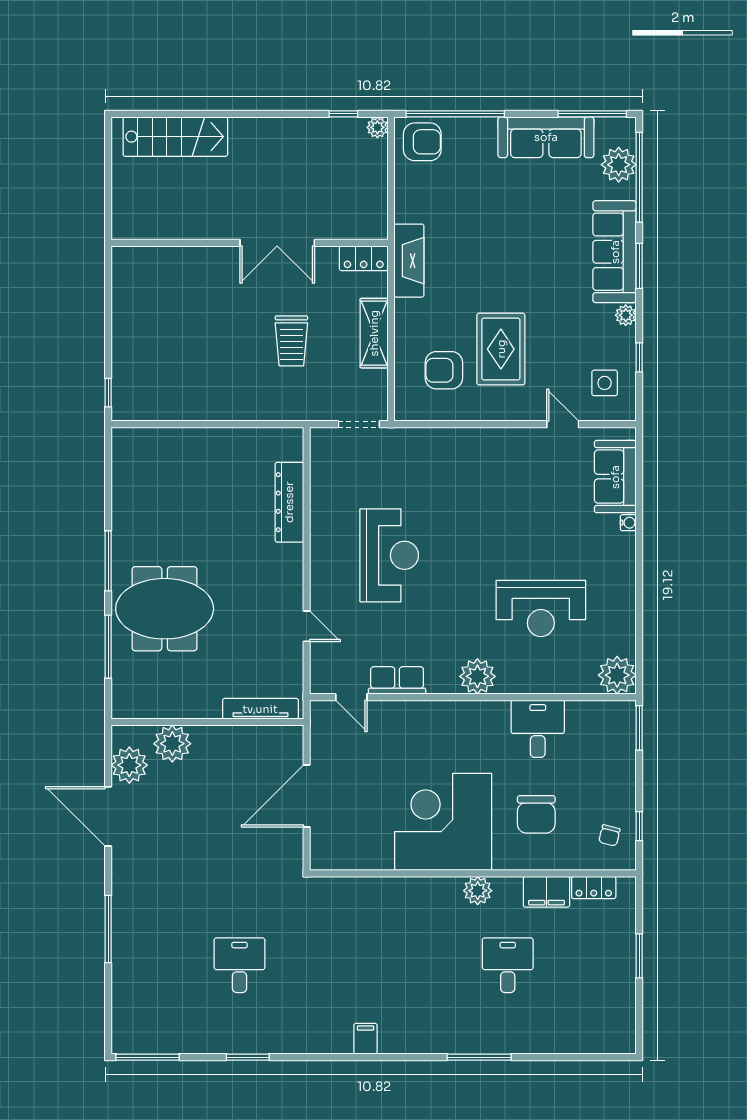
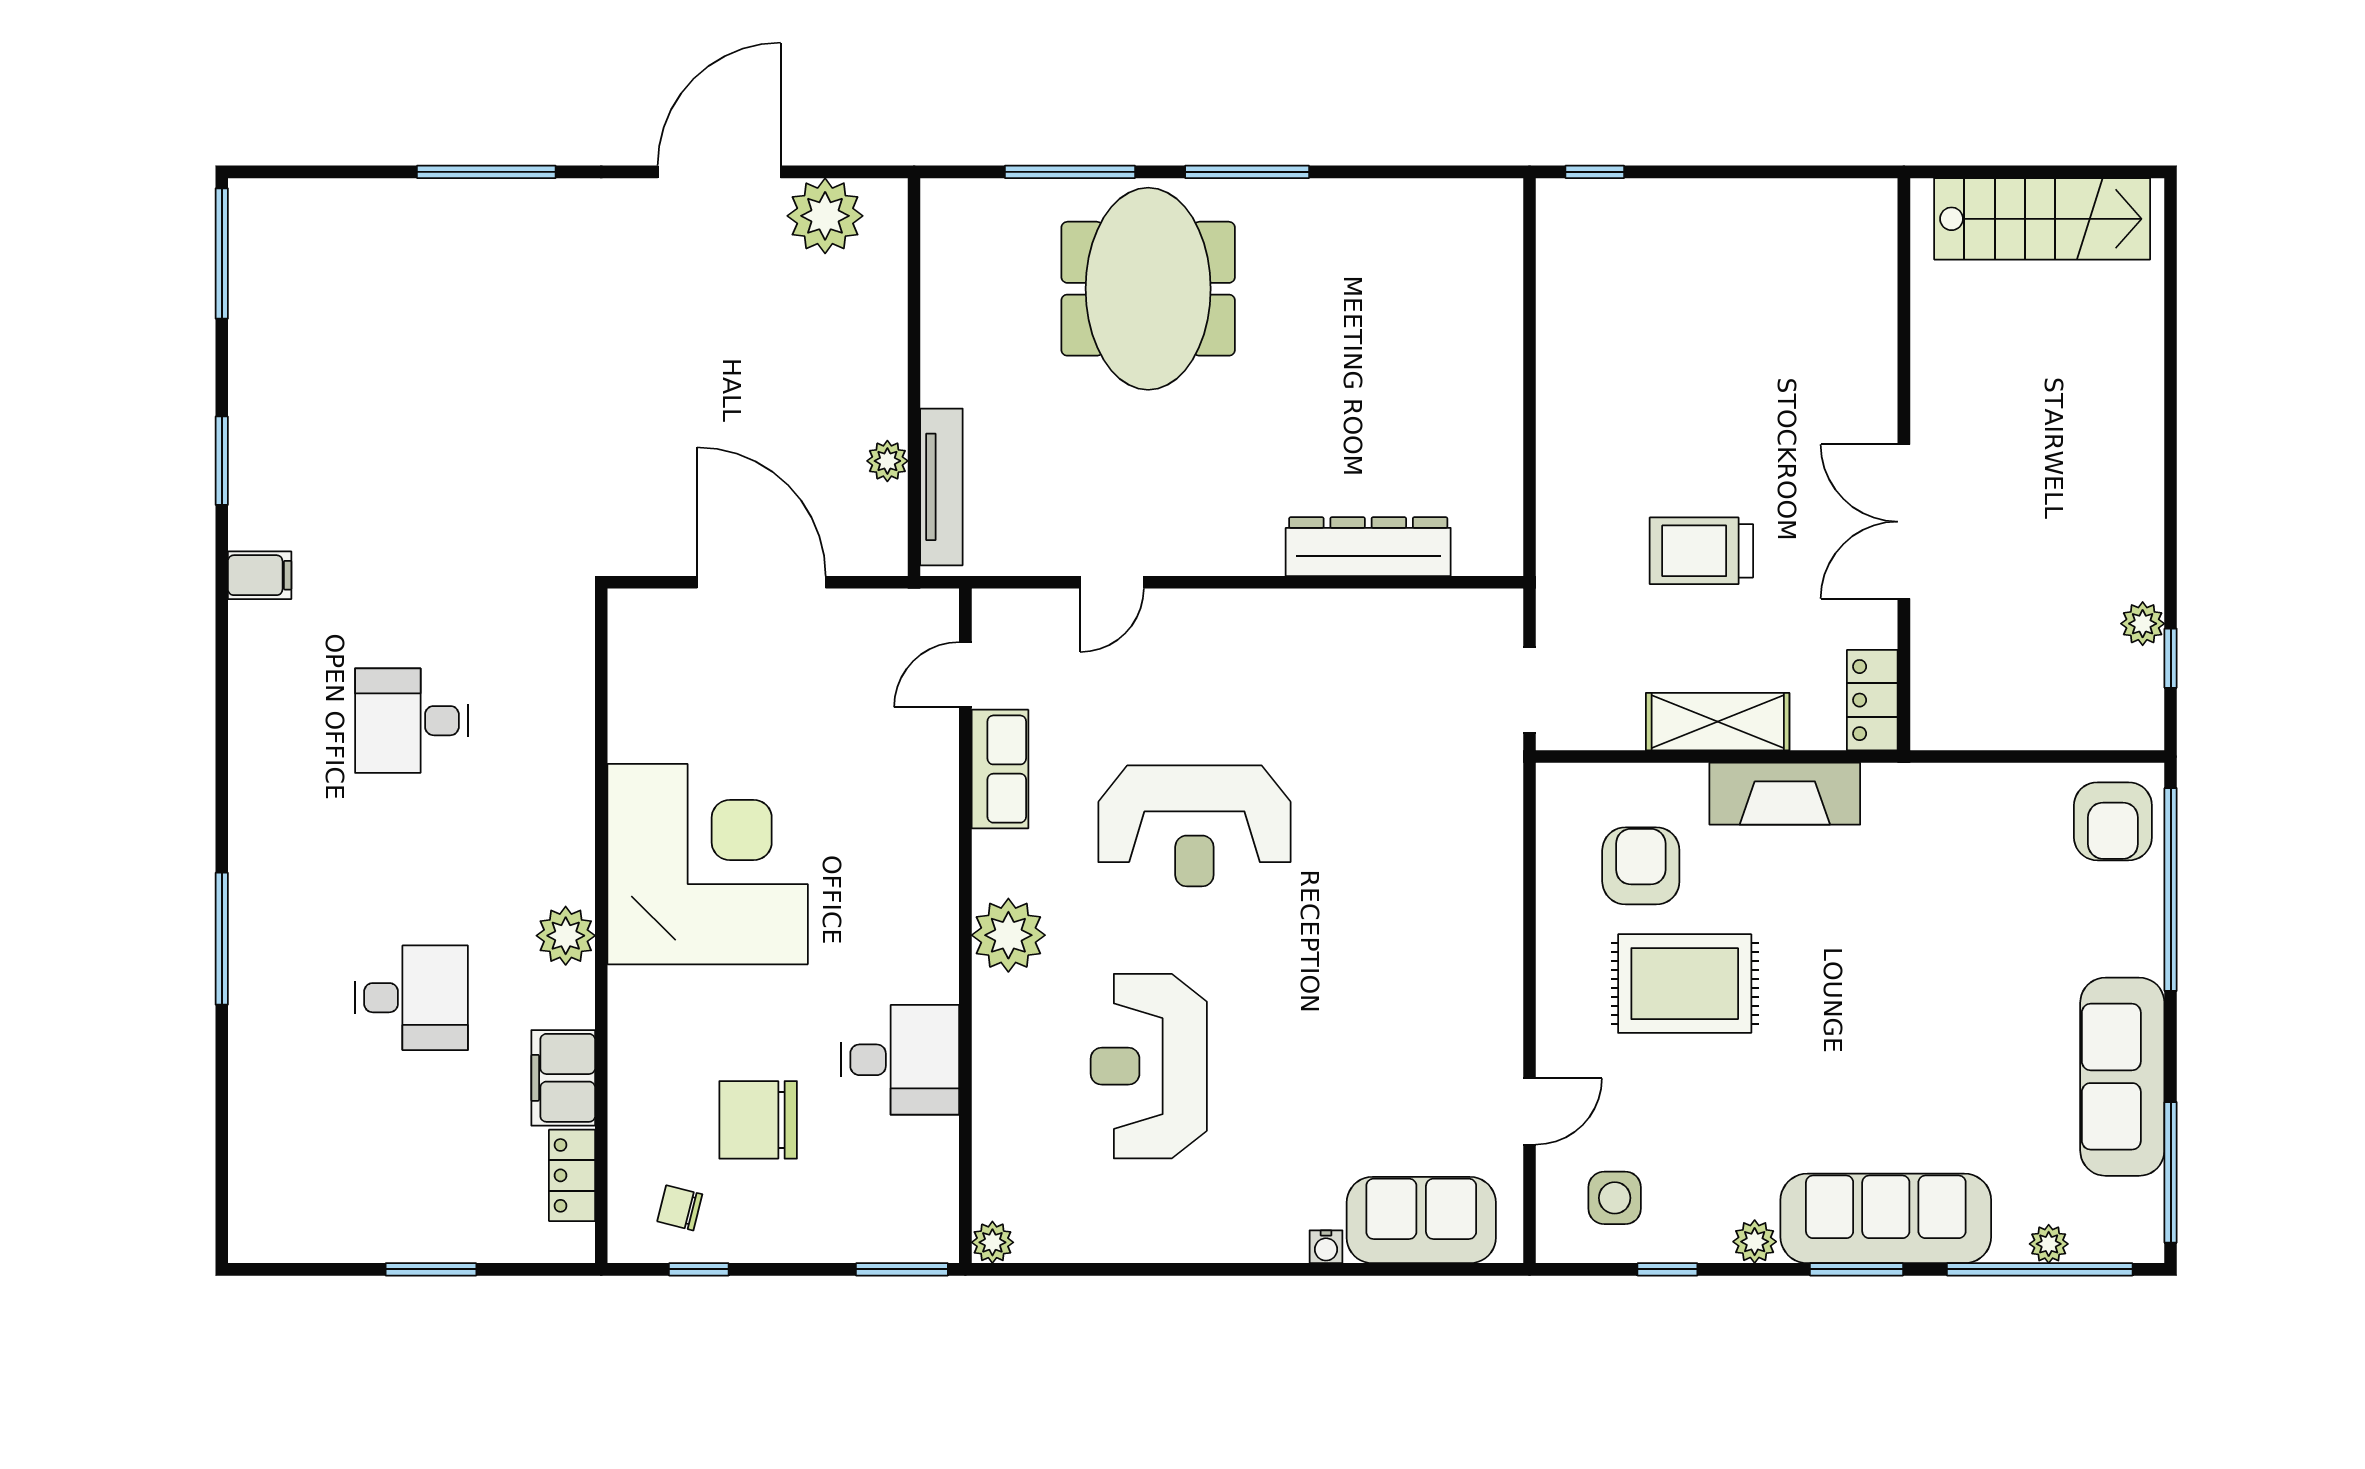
plant: (377, 127) -> (2143, 624), moved
stairs: (175, 137) -> (2042, 219), moved, turned -90
plant: (619, 165) -> (2049, 1244), width x0.53, depth x0.53
fireplace: (409, 261) -> (1785, 794), moved
reception desk: (389, 555) -> (1194, 826), moved
plant: (617, 675) -> (992, 1242), width x0.53, depth x0.53
plant: (172, 744) -> (887, 461), moved, width x0.53, depth x0.53
chair: (536, 814) -> (758, 1120), moved
desk: (240, 965) -> (411, 721), moved, turned 180
filing cabinet: (365, 1039) -> (260, 575), moved

